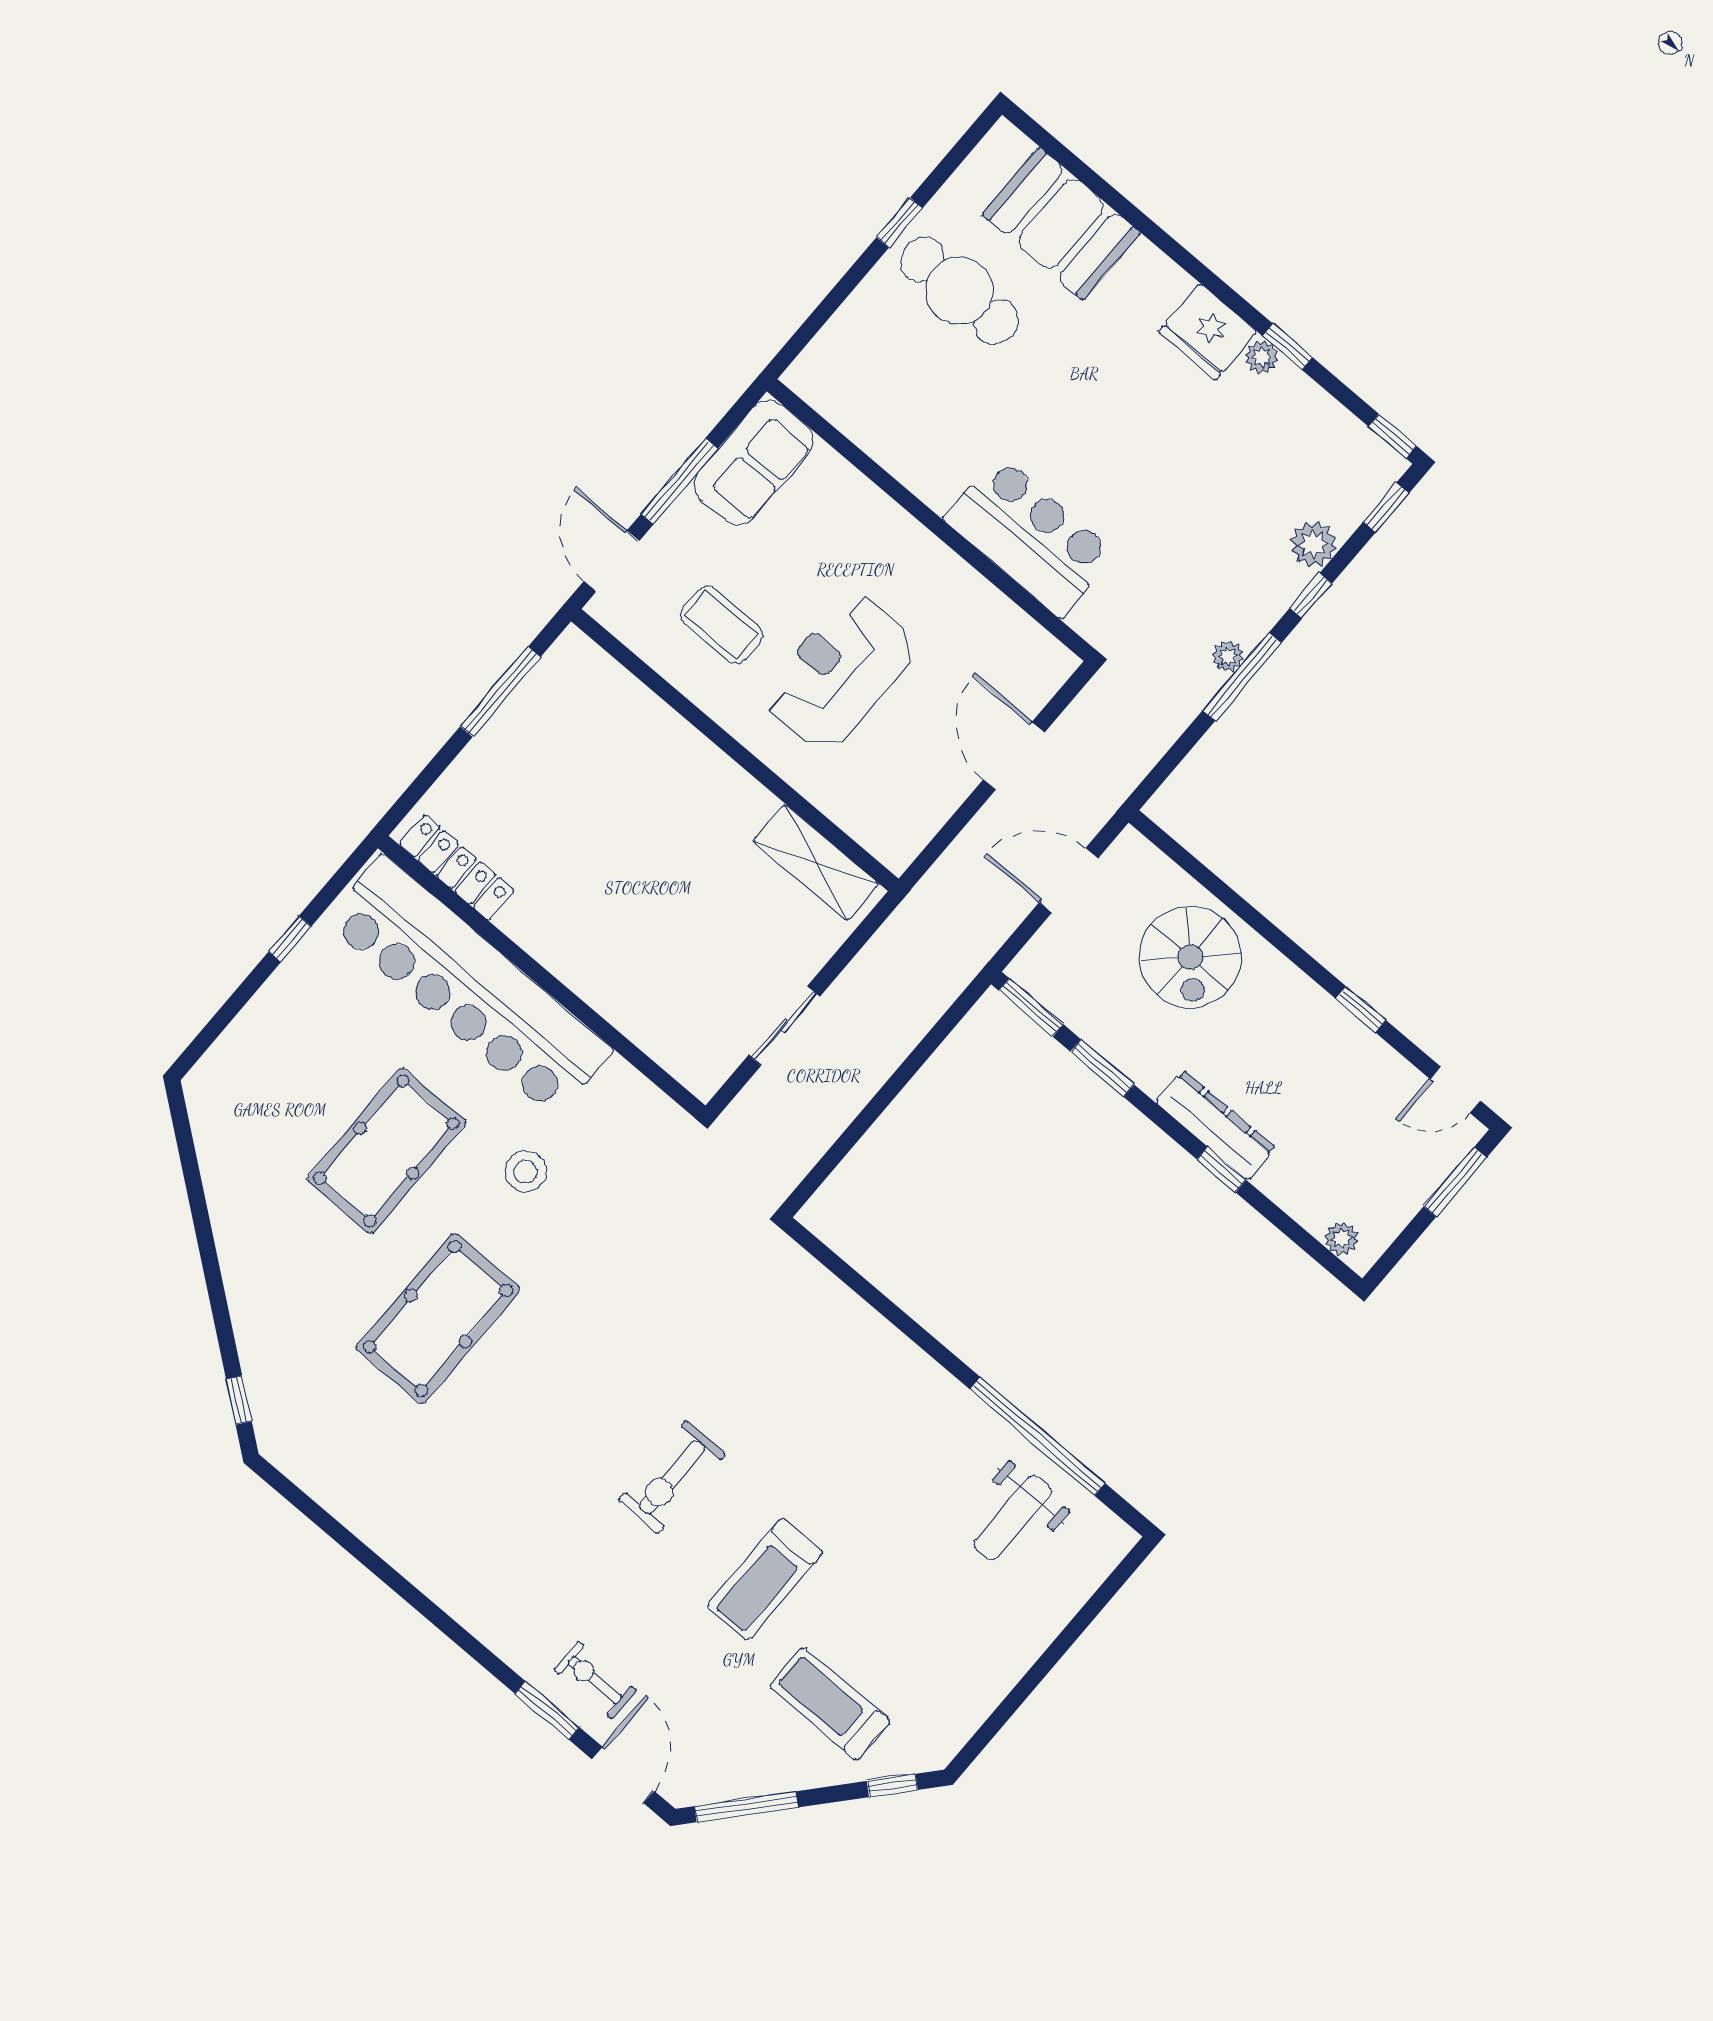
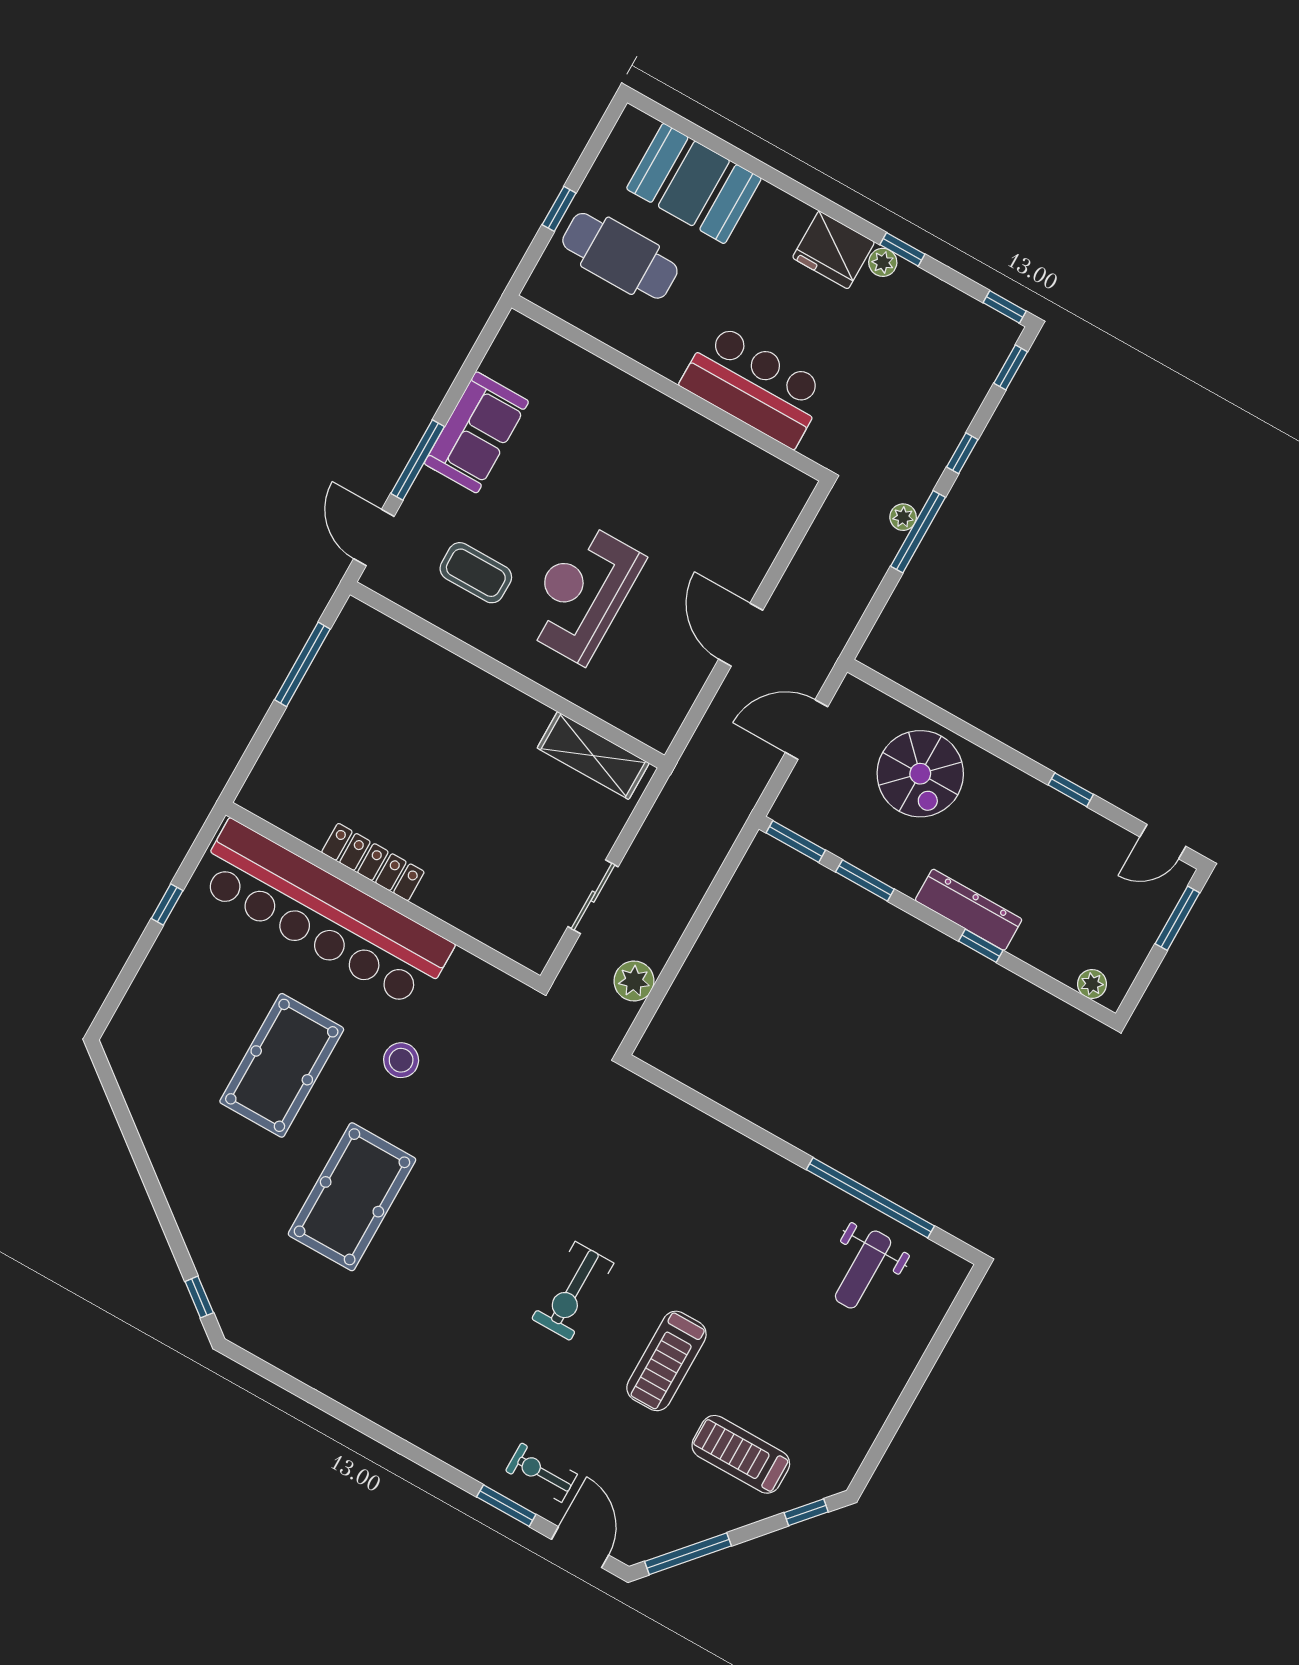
wall: (931, 520) -> (669, 388), moved
bar counter: (1030, 536) -> (754, 386), moved
plant: (1313, 544) -> (634, 981), moved
locker: (457, 867) -> (373, 862), moved

